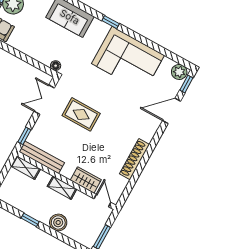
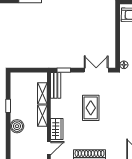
rug: (81, 114) -> (91, 108), moved
bench: (42, 157) -> (56, 85), width x0.73
shelving: (26, 168) -> (42, 93), moved

